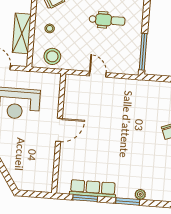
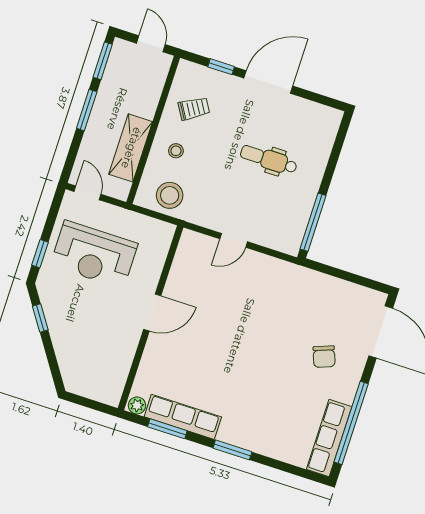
dental chair: (107, 20) -> (269, 159), turned 180
door: (98, 74) -> (234, 240), swing flipped
plant: (140, 194) -> (137, 405), moved

